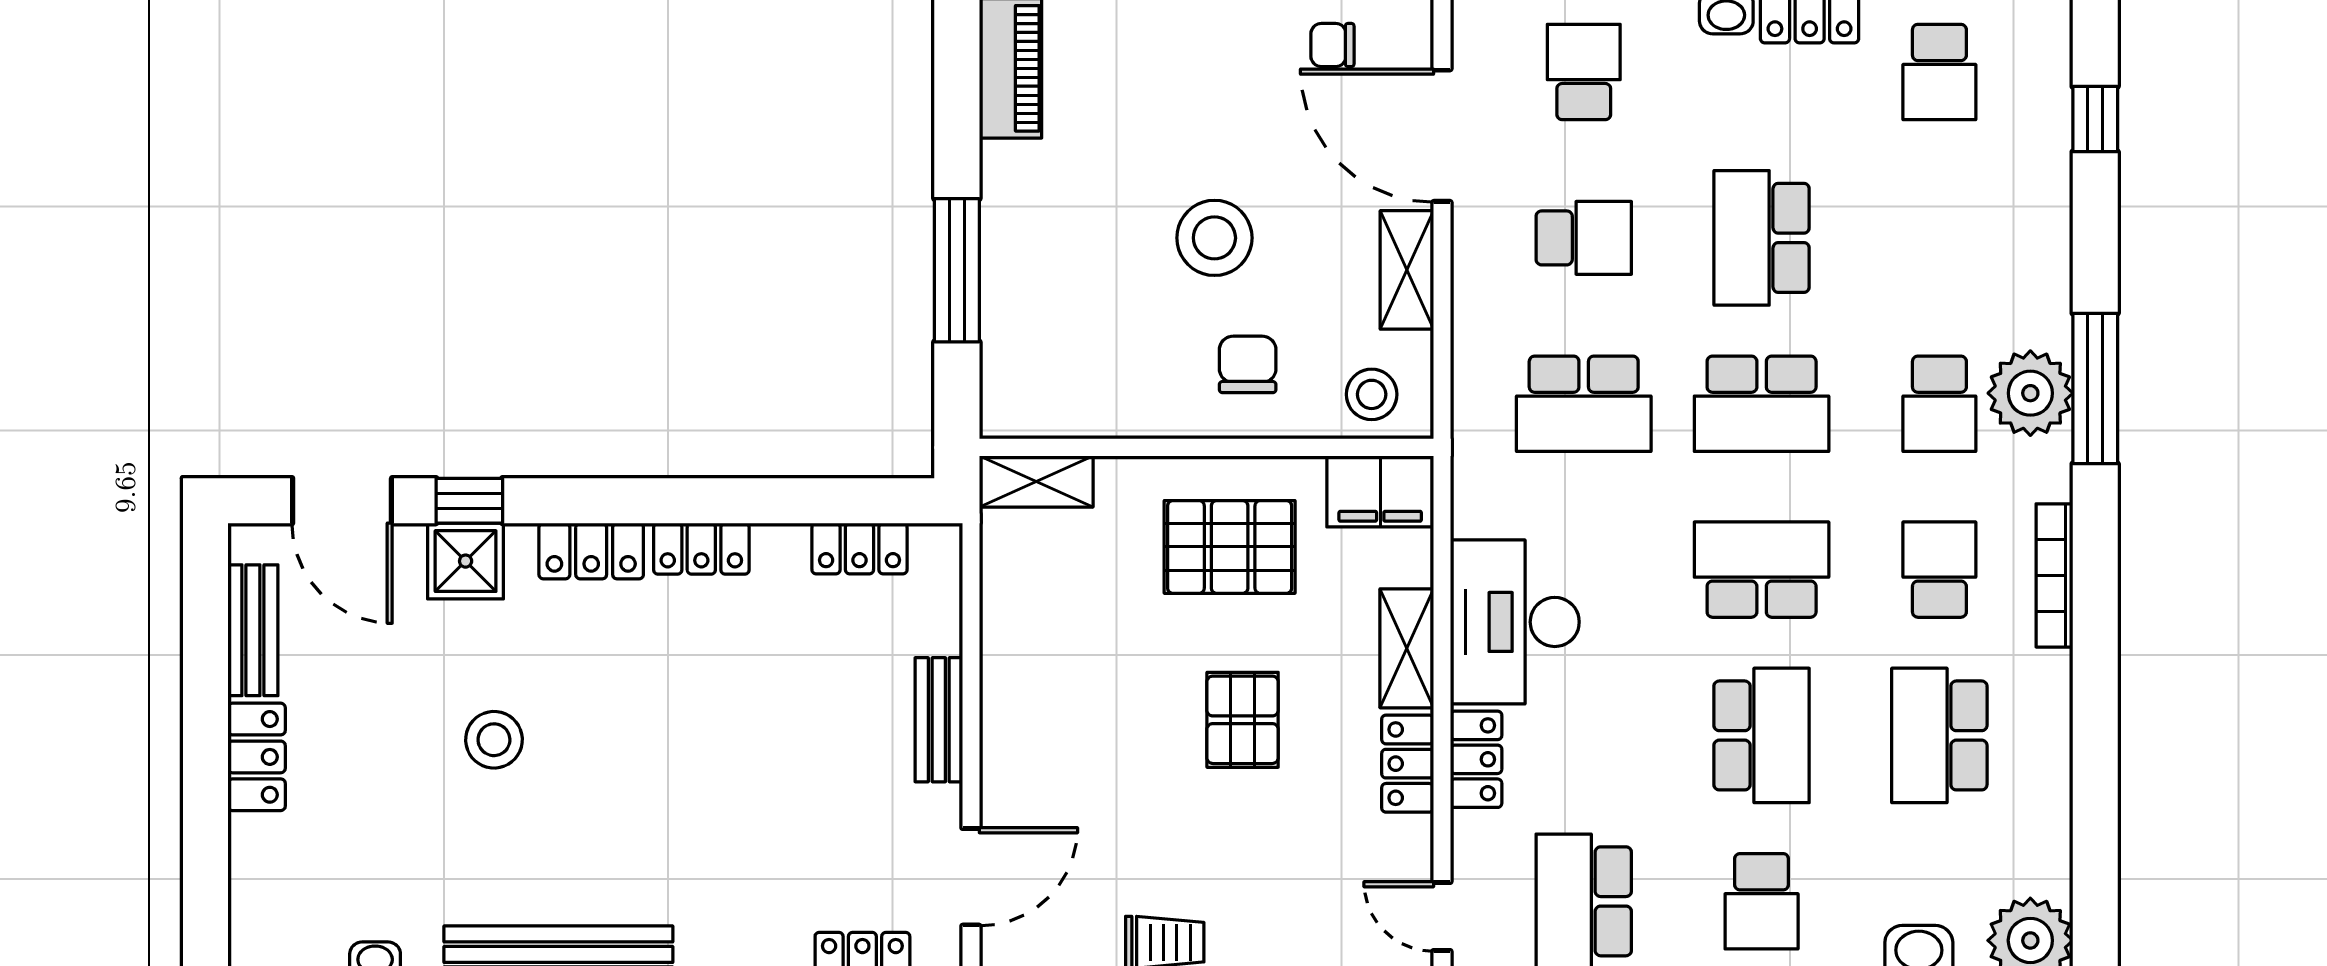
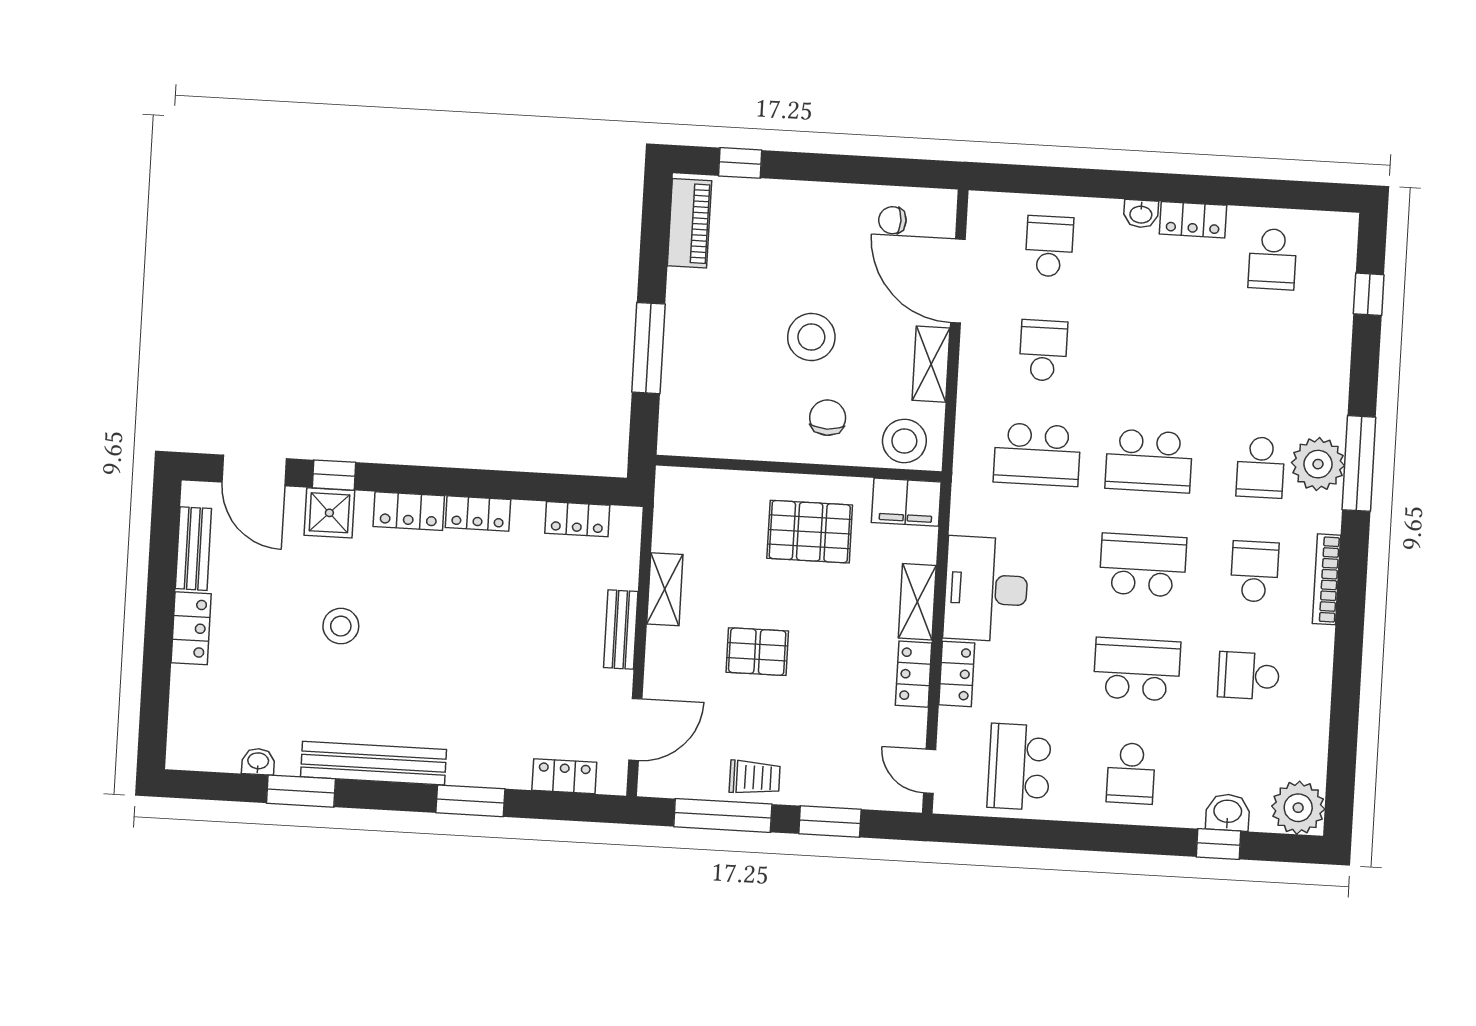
school desk: (1584, 238) -> (1043, 350), turned -90
school desk: (1762, 238) -> (1155, 357), removed
stool: (1372, 394) -> (904, 441), width x1.38, depth x1.38
shelving: (1036, 481) -> (665, 589), moved, turned 90
pallet: (1243, 720) -> (757, 652), moved, turned 90
school desk: (1762, 735) -> (1137, 669), turned -90
school desk: (1939, 735) -> (1249, 676), width x0.54

